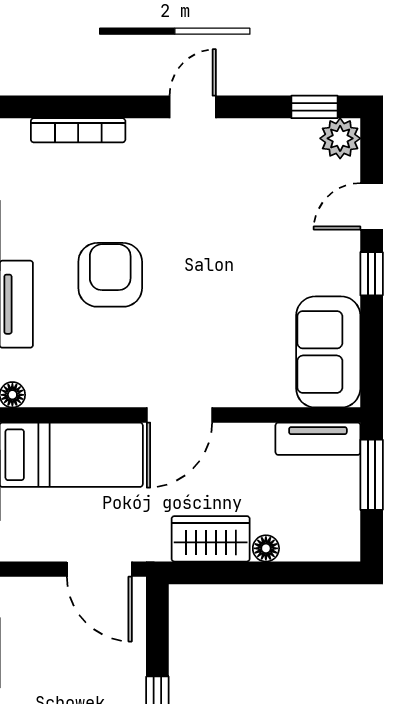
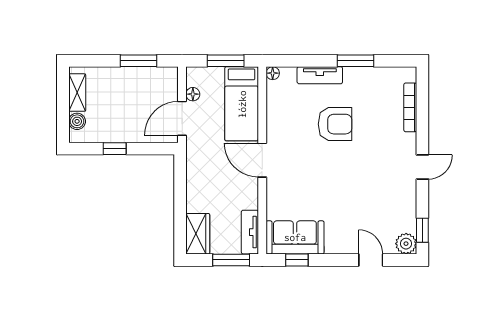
door: (193, 107) -> (422, 167), hinge flipped
window: (372, 274) -> (297, 260), moved
wardrobe: (211, 539) -> (198, 234), moved
floor lamp: (266, 548) -> (193, 94), moved

